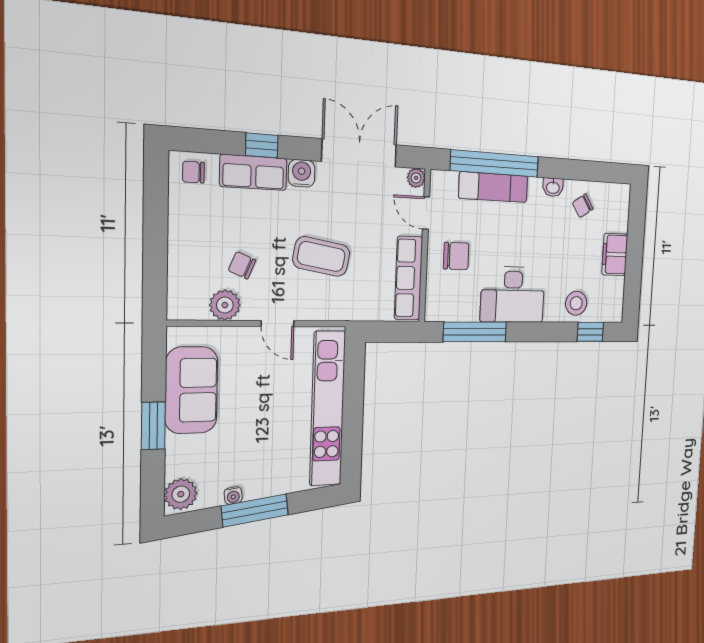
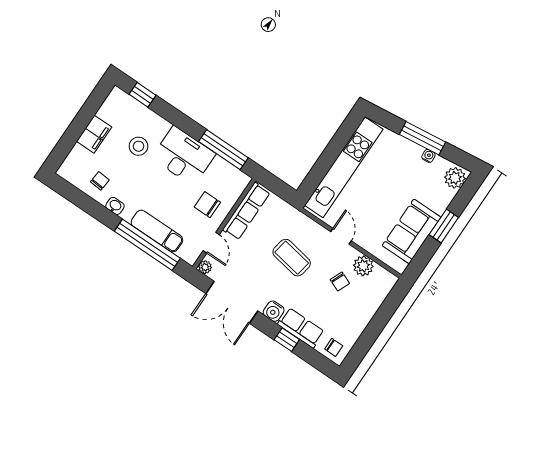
chair: (583, 206) -> (100, 181), turned -52
stool: (576, 303) -> (139, 146), moved

